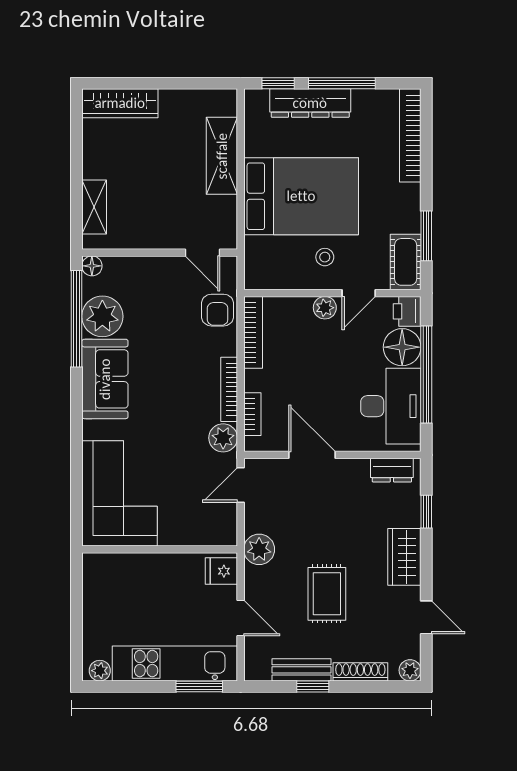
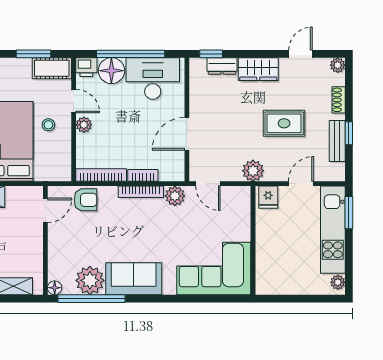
bookcase: (252, 414) -> (143, 175), moved
dresser: (392, 470) -> (222, 66), moved, turned 90
window: (426, 512) -> (211, 54), moved
shoe rack: (360, 672) -> (339, 100), width x0.70

